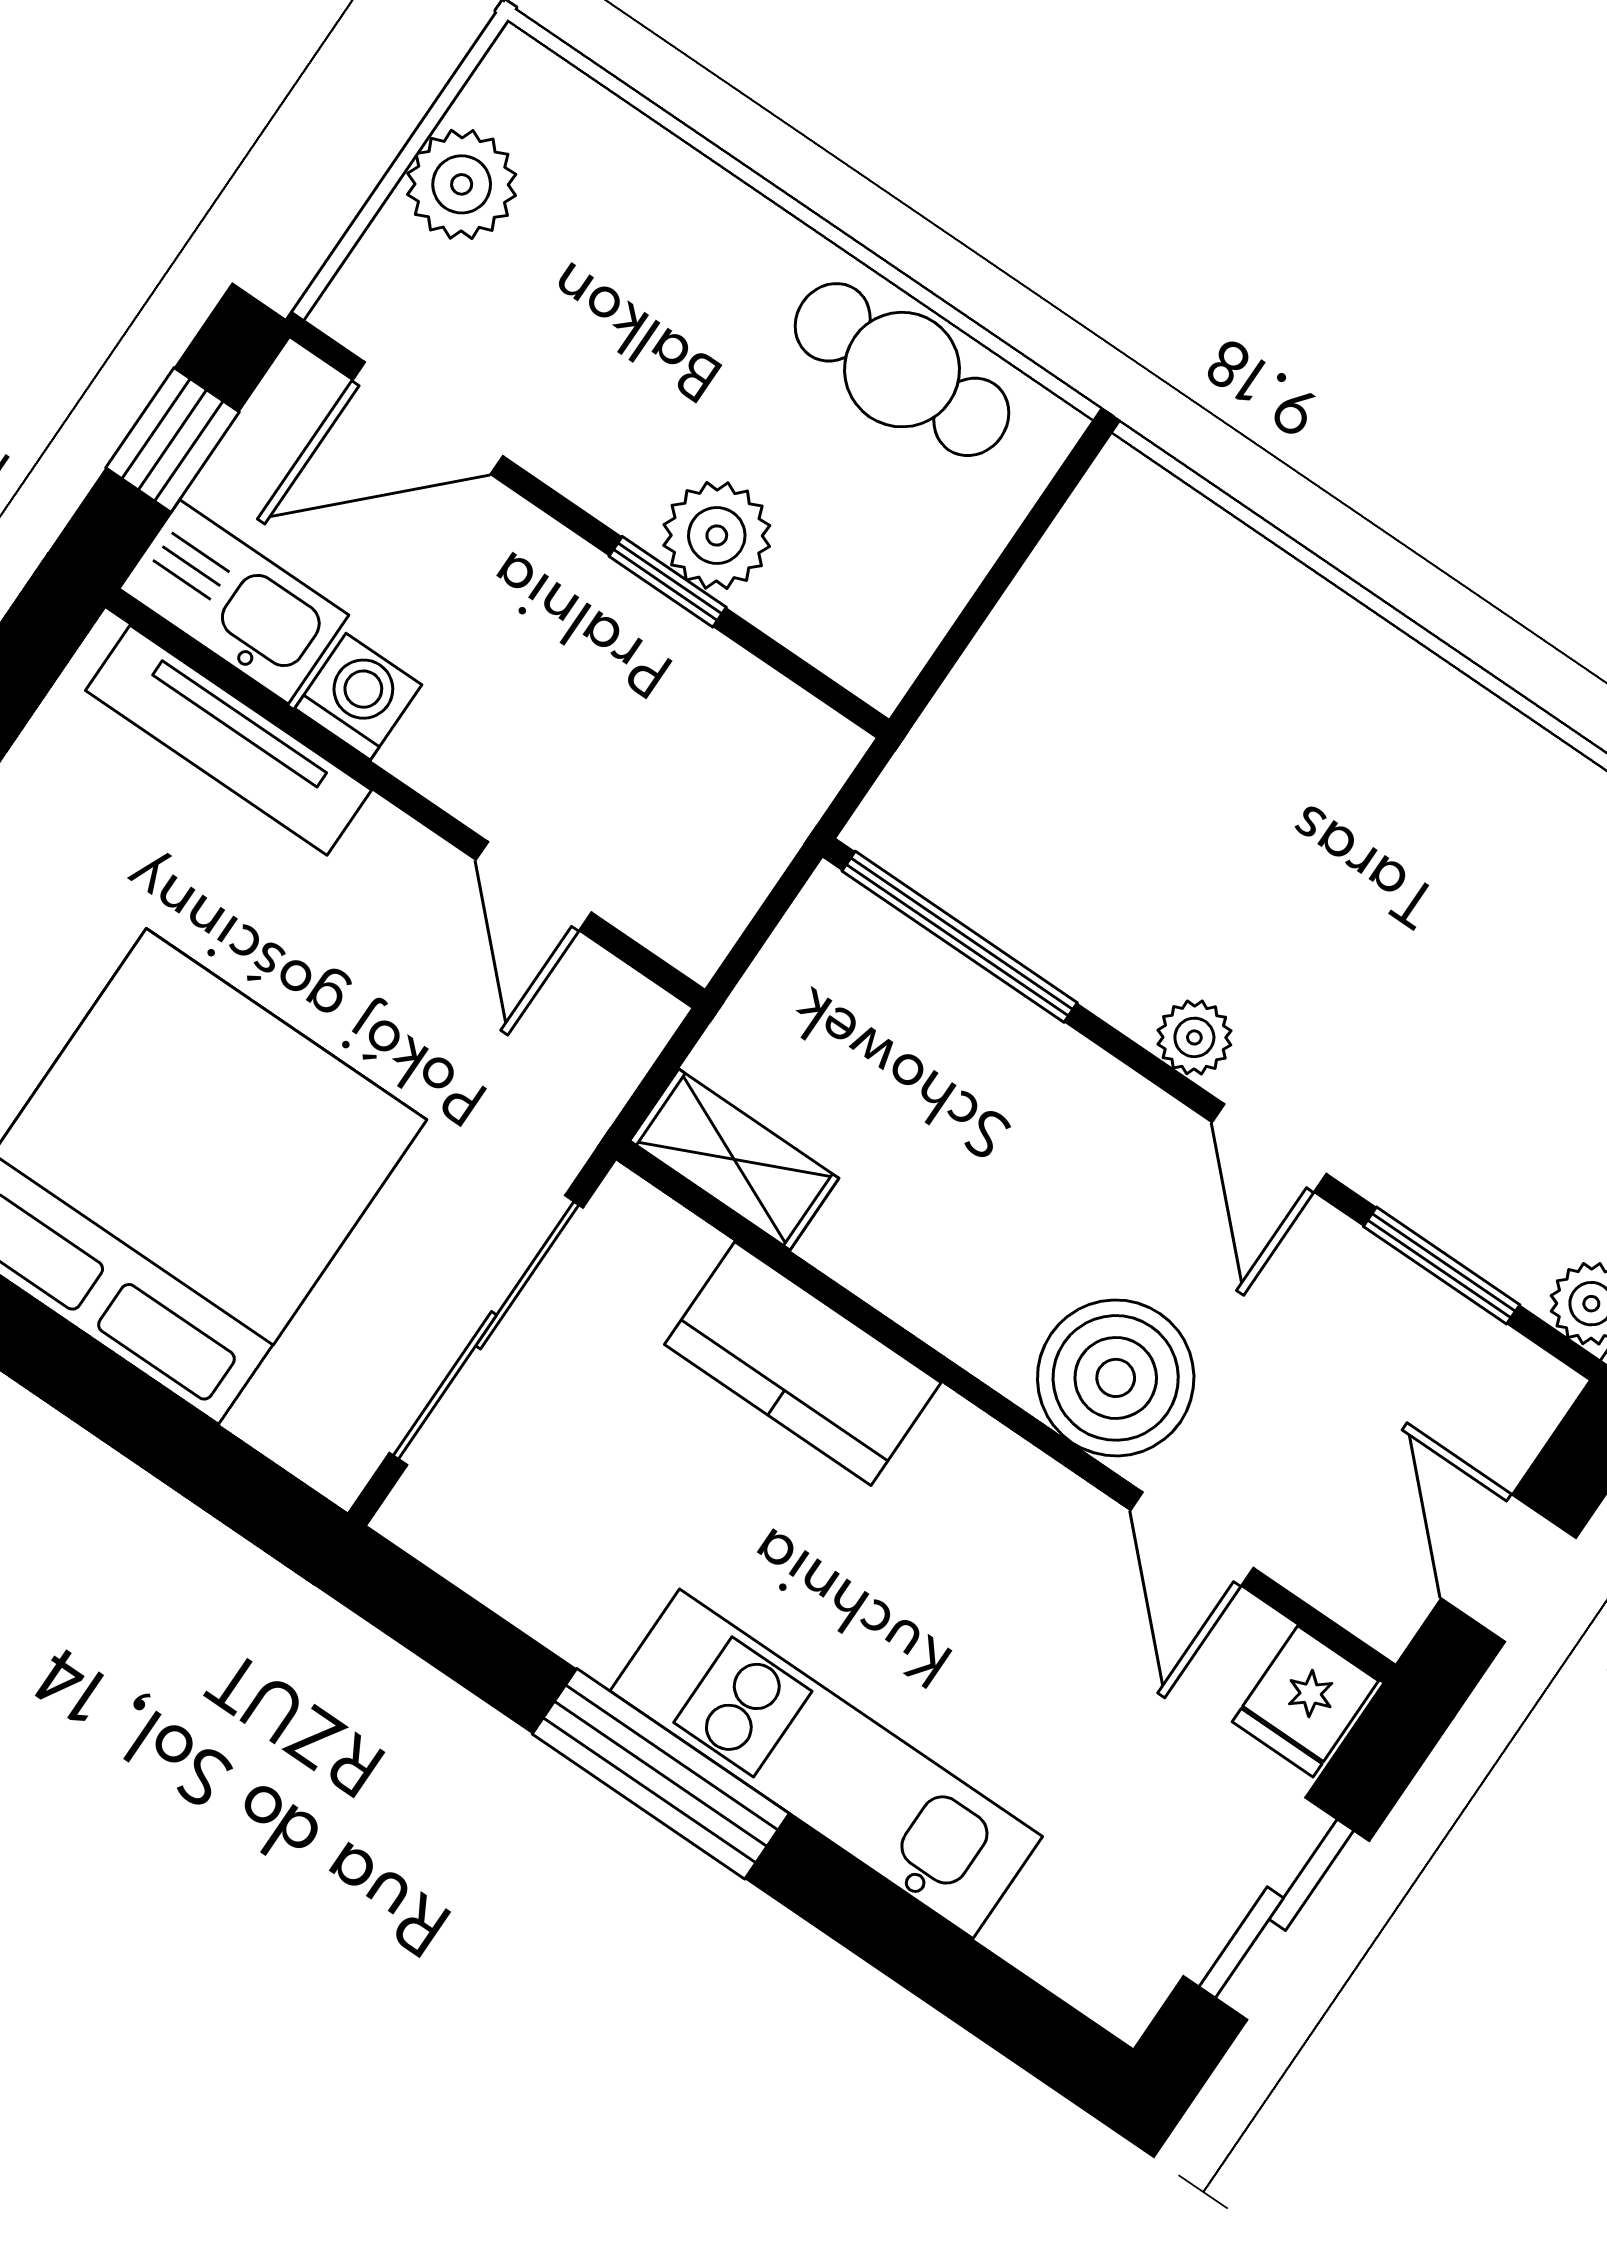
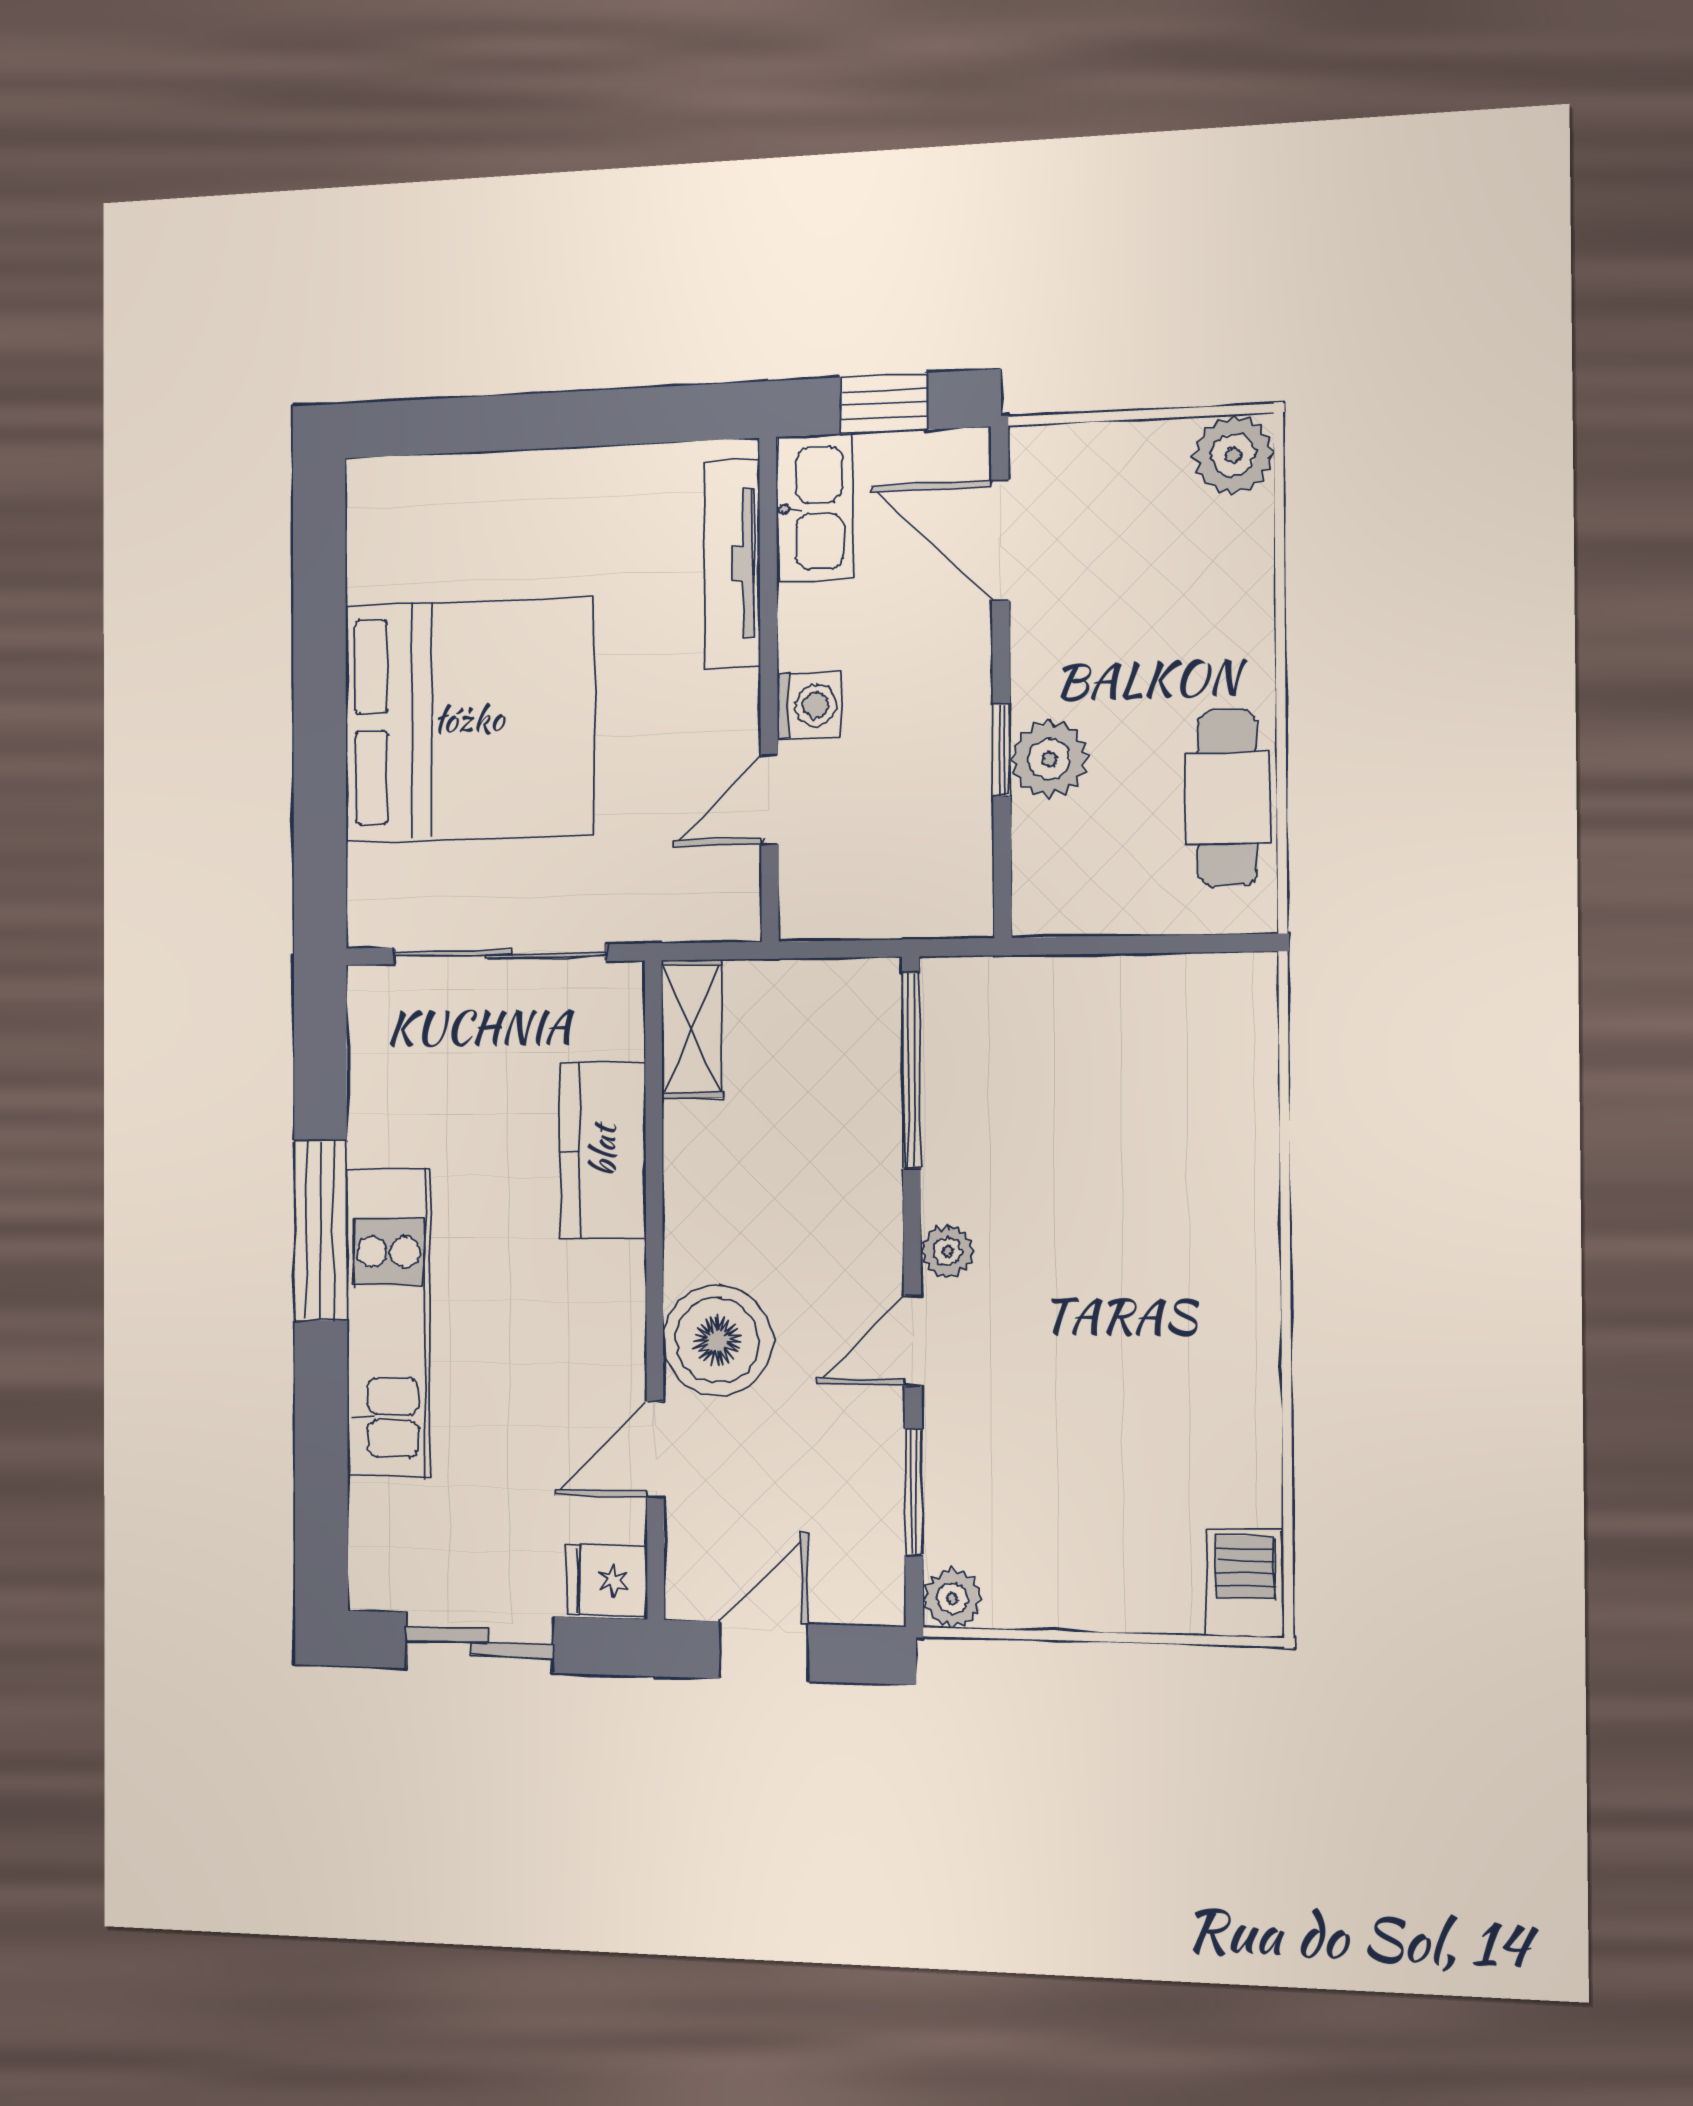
plant: (462, 184) -> (1233, 455), moved
washing machine: (358, 697) -> (809, 706), moved

